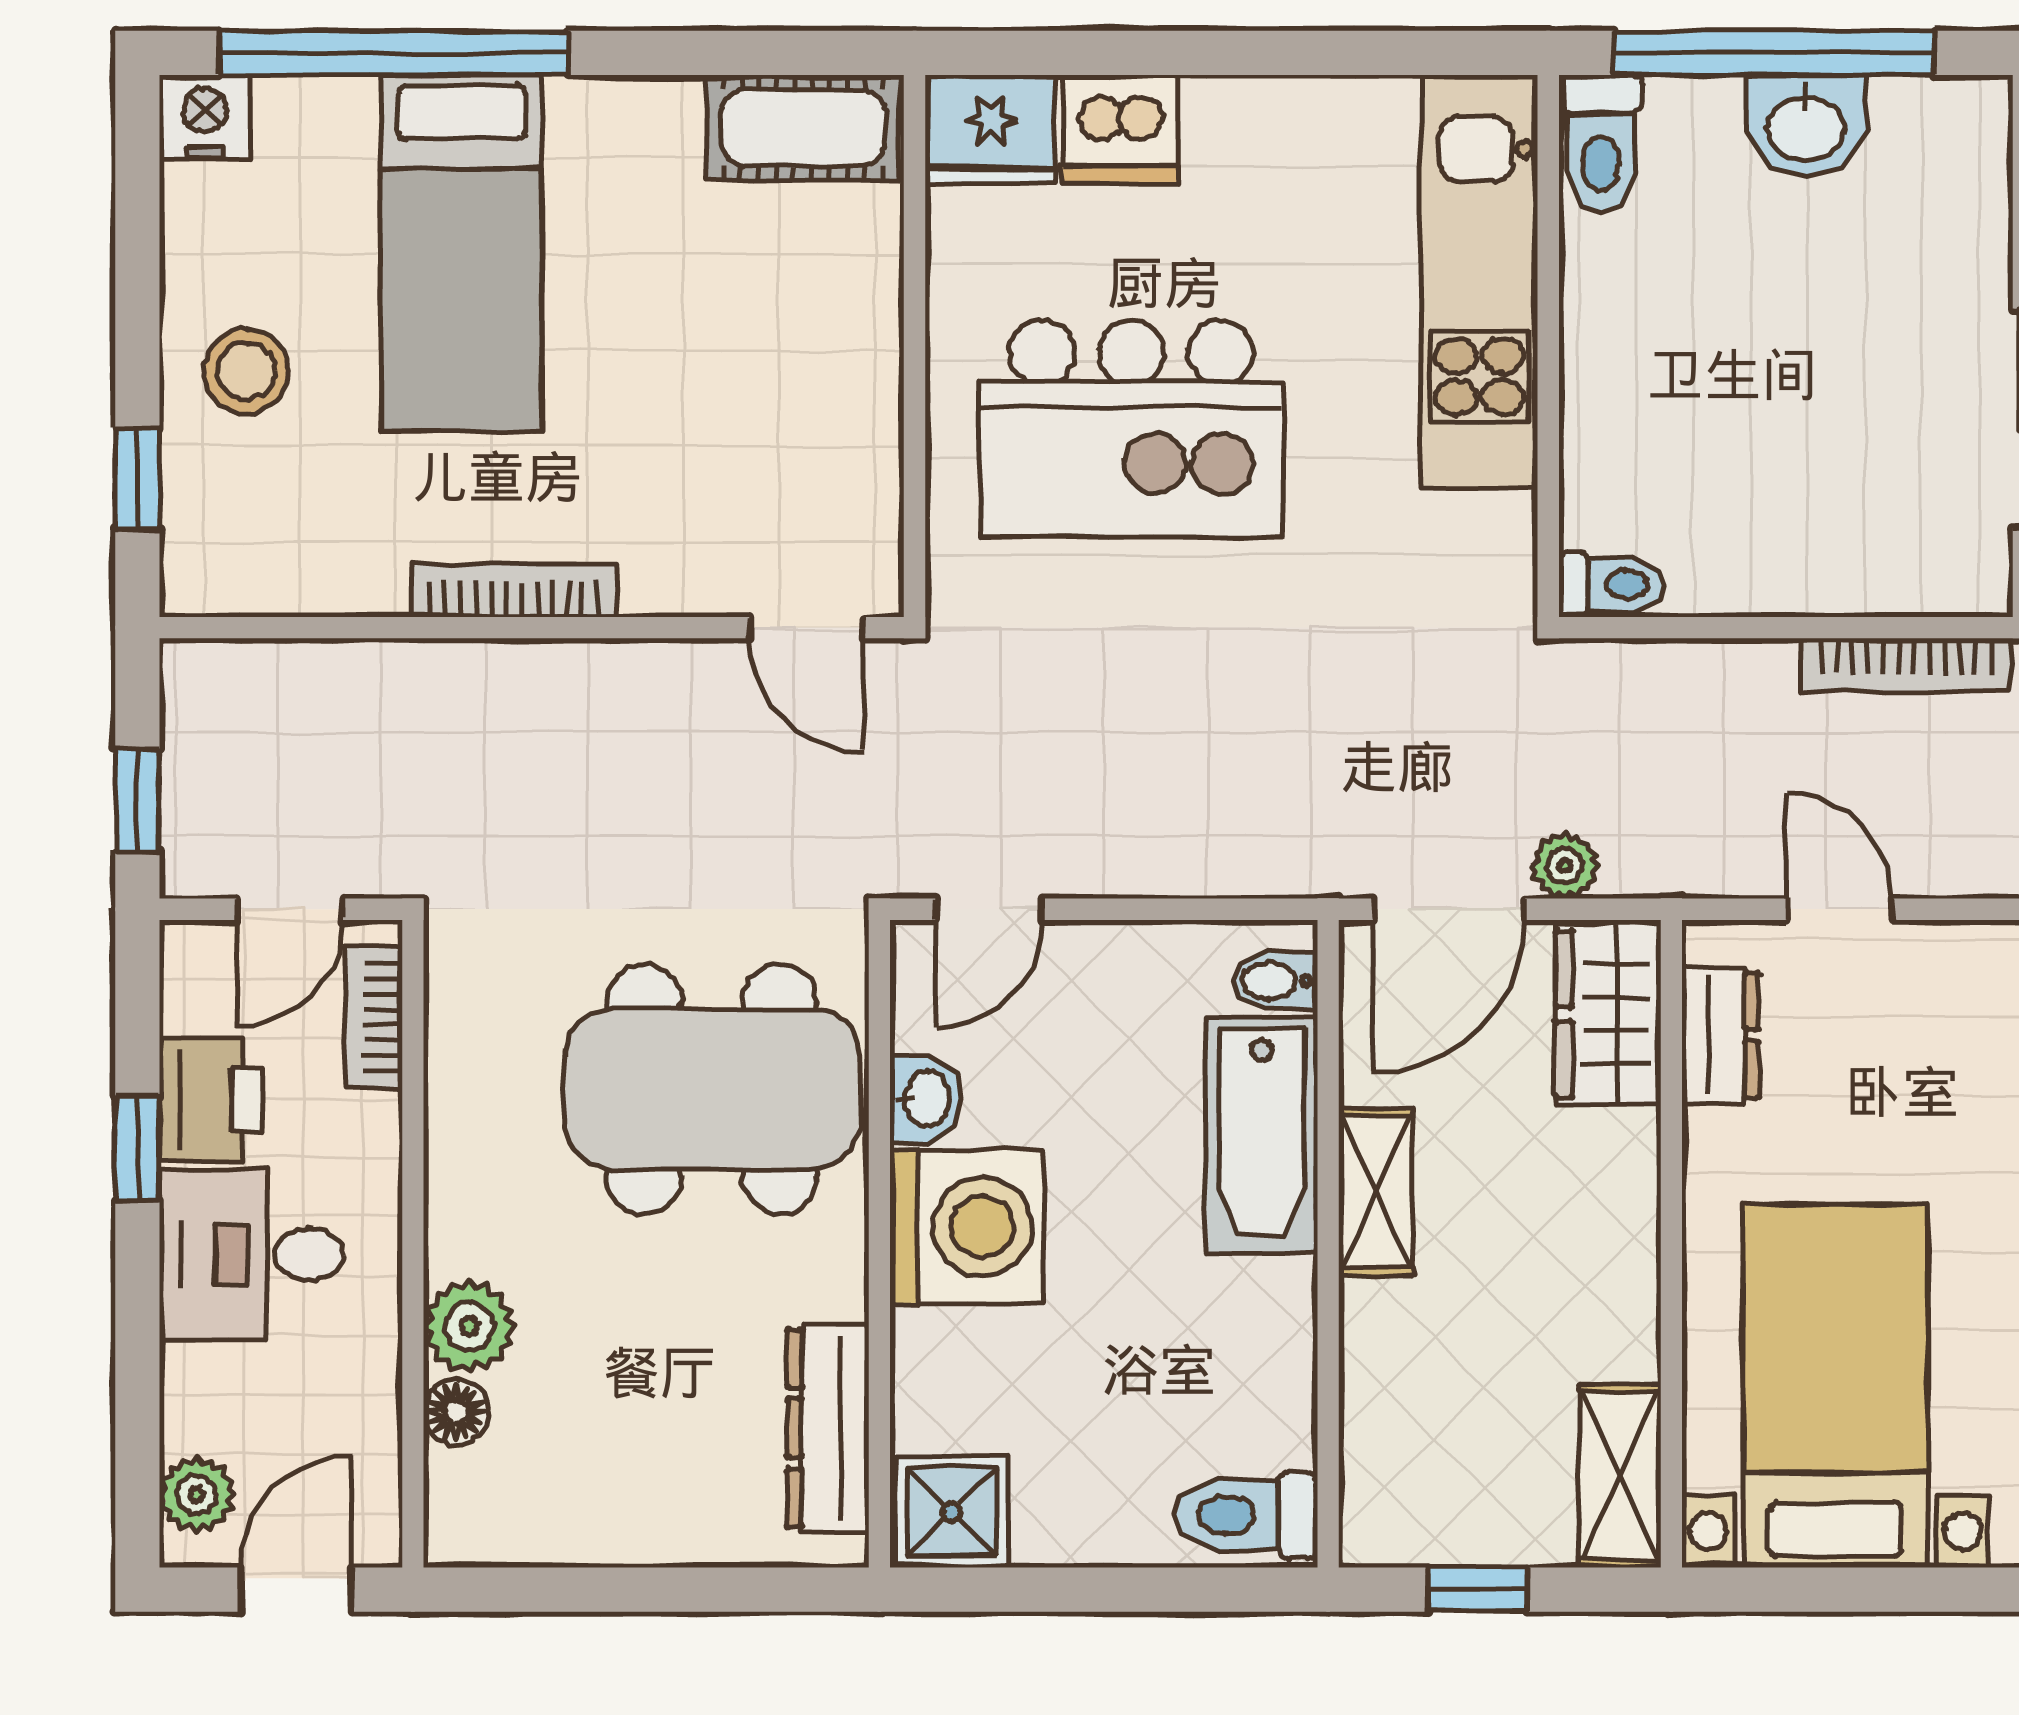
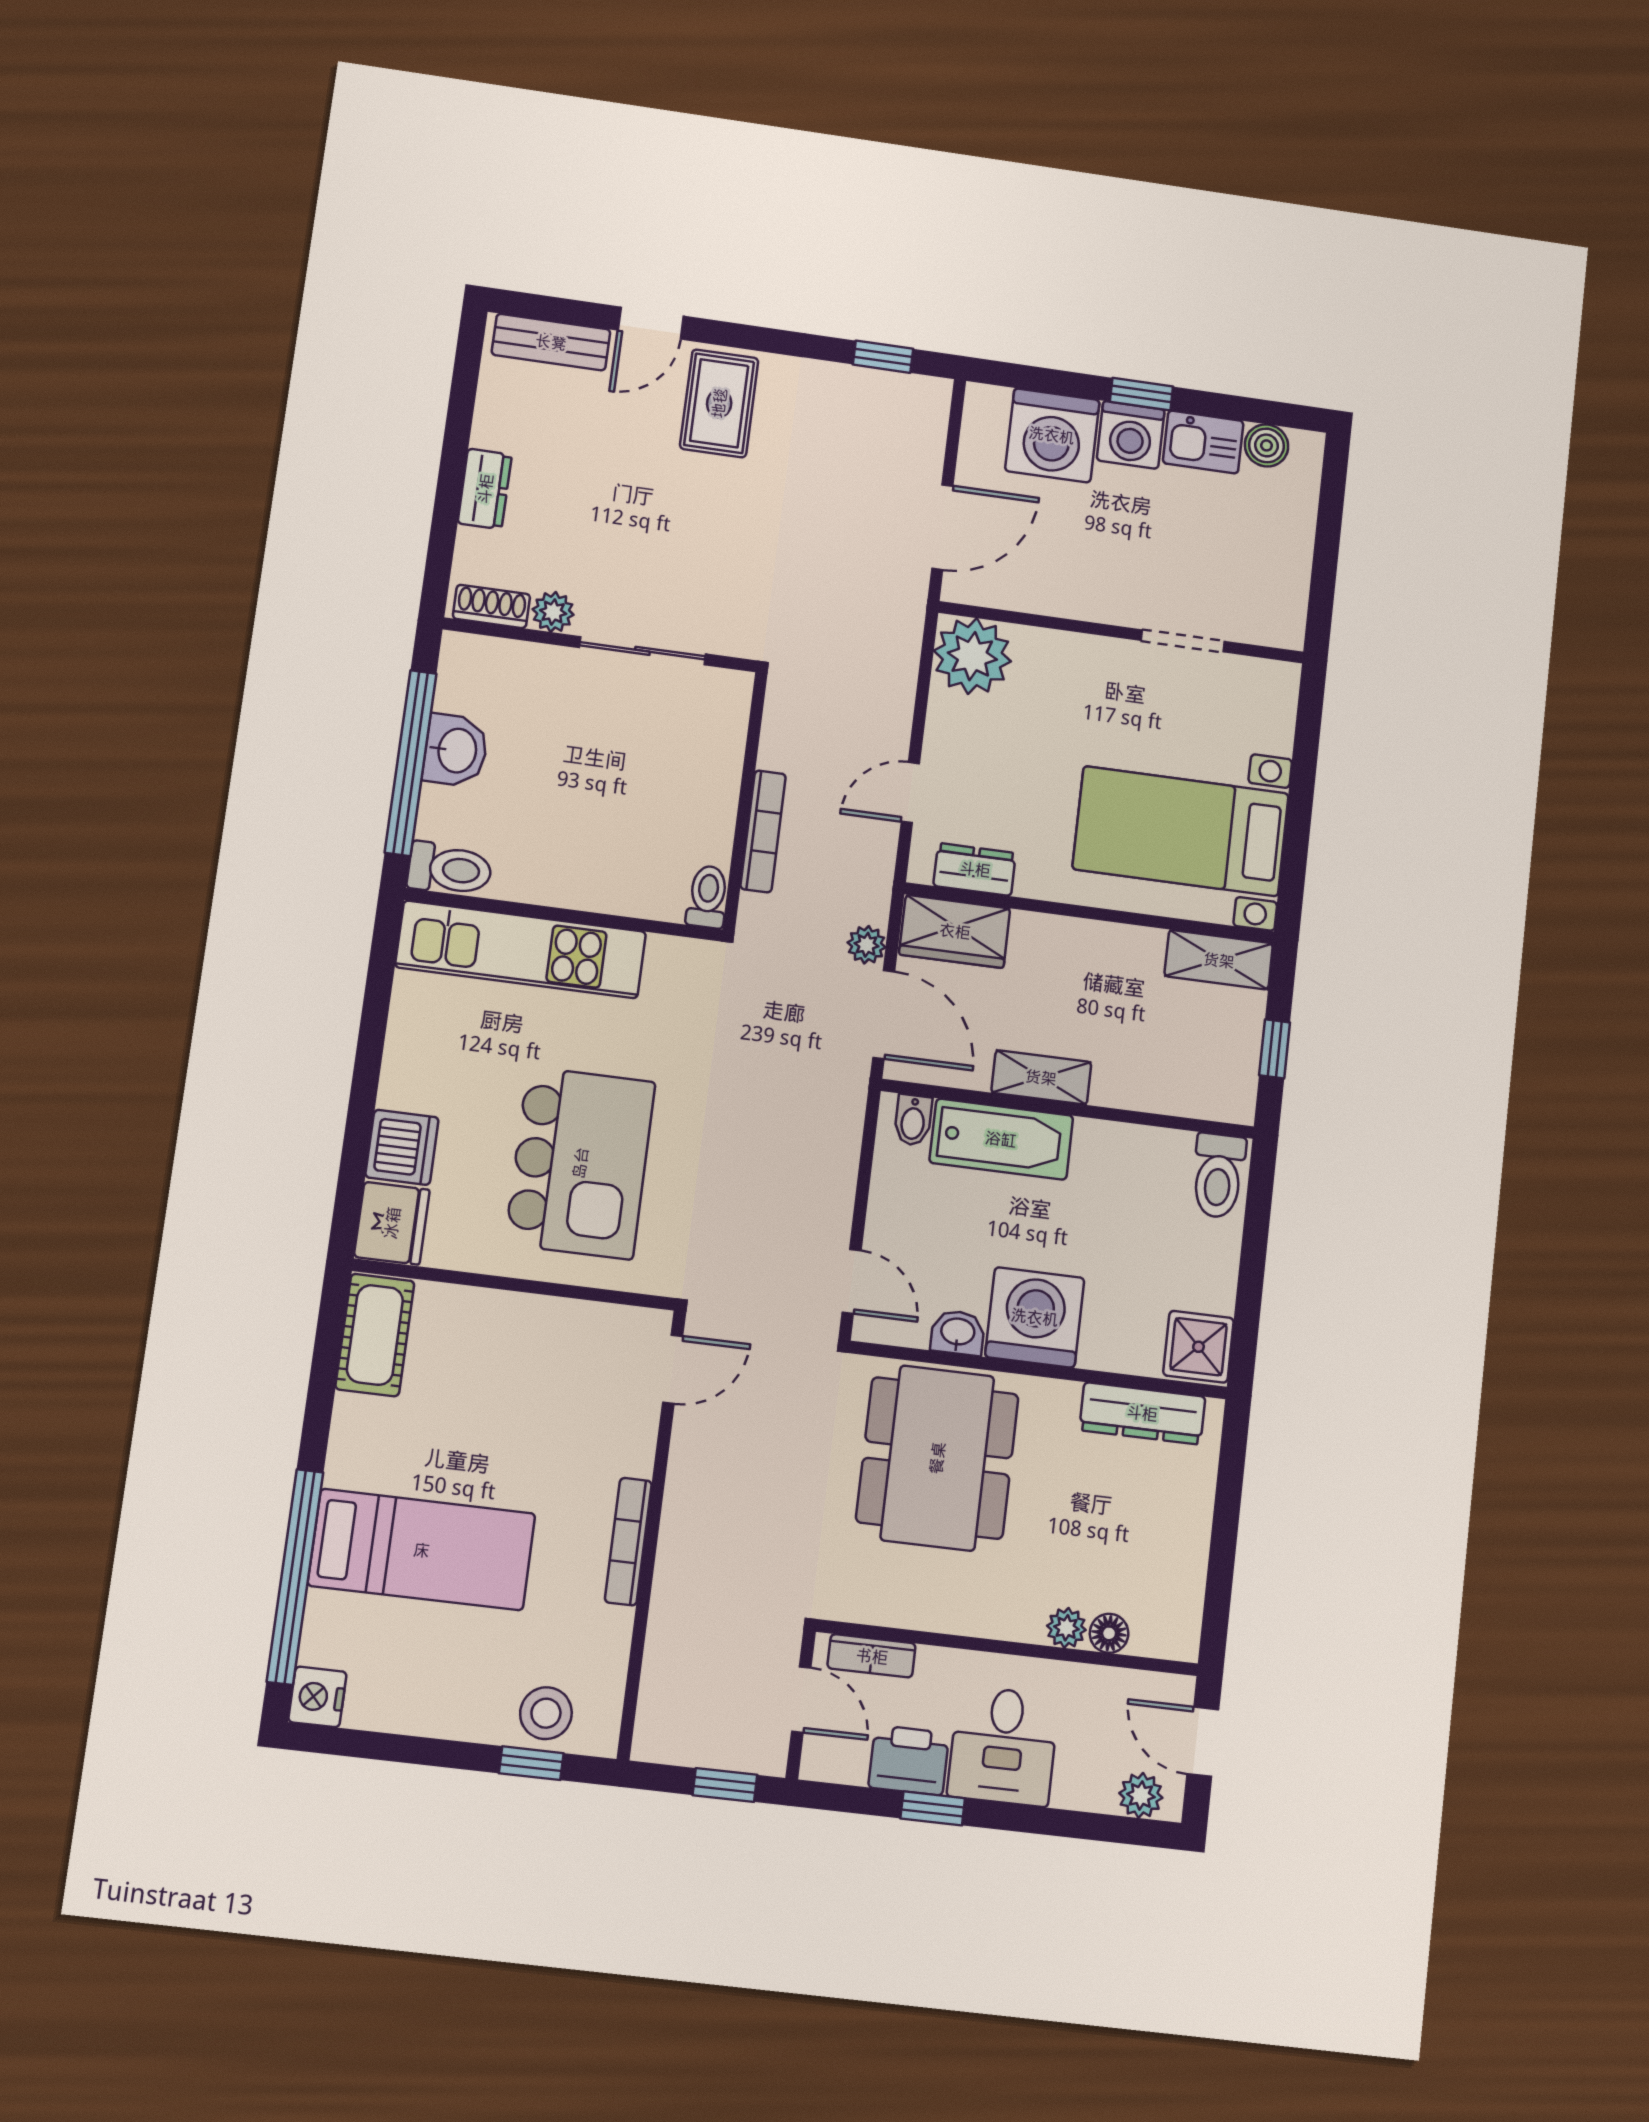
stool: (246, 371) -> (546, 1713), moved
bookcase: (1906, 665) -> (763, 831), moved
plant: (469, 1326) -> (1066, 1628), width x0.73, depth x0.73

